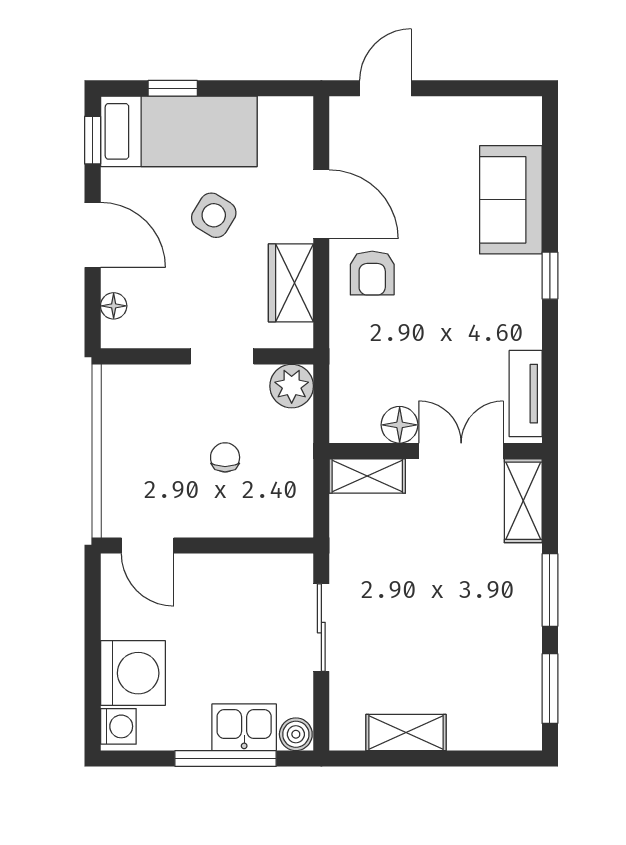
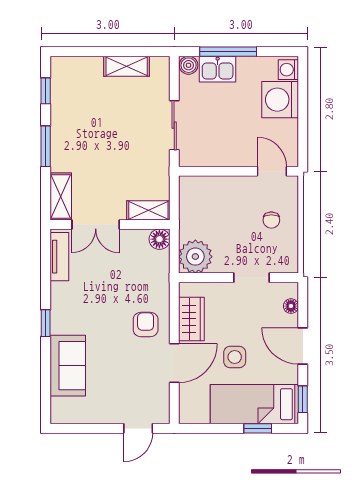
door: (321, 204) -> (174, 363), swing flipped
side table: (214, 215) -> (235, 357), turned -32
doorway: (222, 356) -> (251, 278), moved
plant: (292, 386) -> (195, 257), width x1.36, depth x1.36
floor lamp: (400, 425) -> (159, 239), moved
chair: (225, 457) -> (271, 220), moved
window: (550, 689) -> (46, 91), width x0.67

